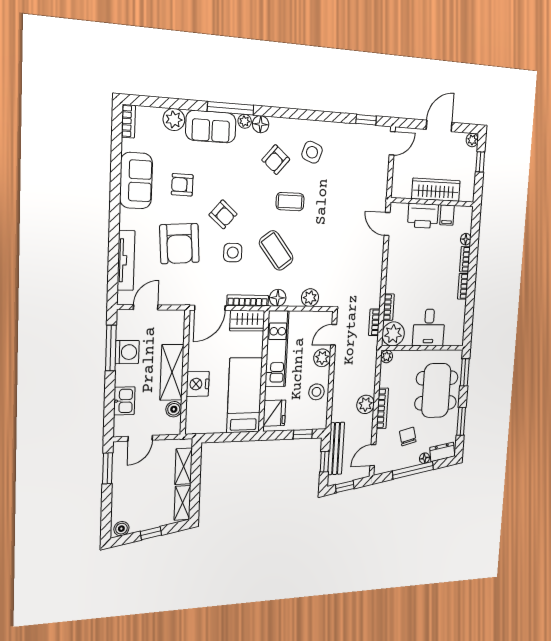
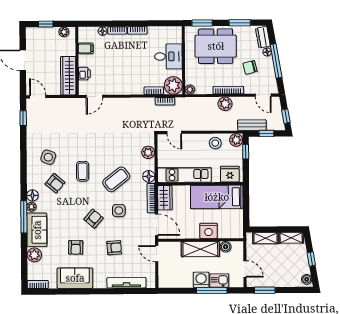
plant: (472, 140) -> (64, 32), moved
wardrobe: (436, 190) -> (68, 76), moved
printer: (423, 216) -> (84, 74), width x0.53, depth x0.68
armchair: (179, 244) -> (114, 248), width x0.53, depth x0.53
door: (146, 307) -> (157, 254), moved
window: (111, 348) -> (212, 291), moved
washing machine: (127, 352) -> (201, 280), moved
plant: (322, 358) -> (236, 140), moved
bench: (336, 449) -> (252, 125), width x0.73

